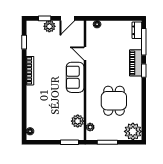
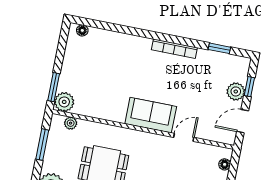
door: (67, 18) -> (243, 121), hinge flipped
plant: (78, 121) -> (64, 102), moved

